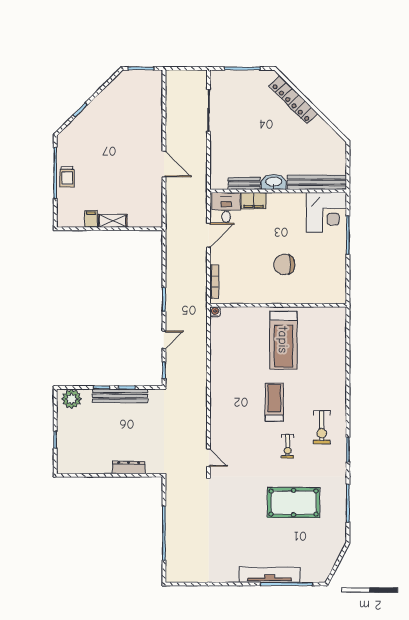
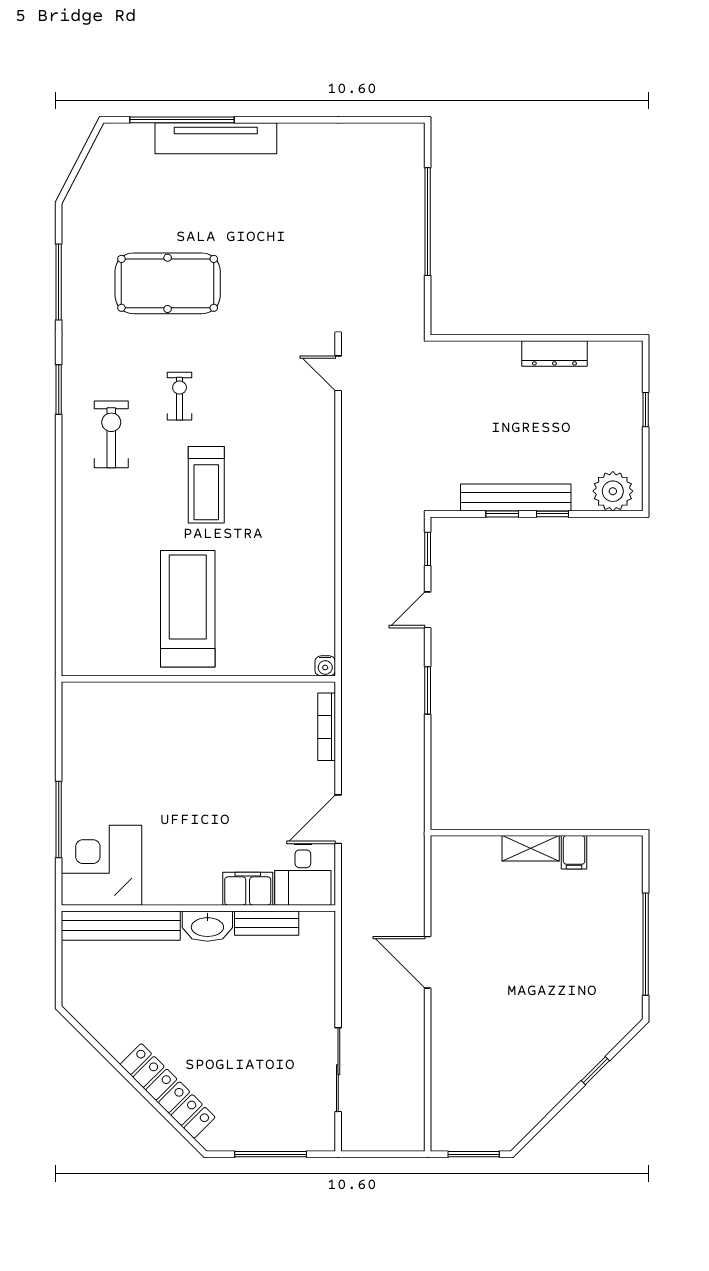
trolley: (67, 177) -> (622, 937), removed
chair: (284, 264) -> (186, 761), removed
dresser: (129, 468) -> (554, 353), moved

